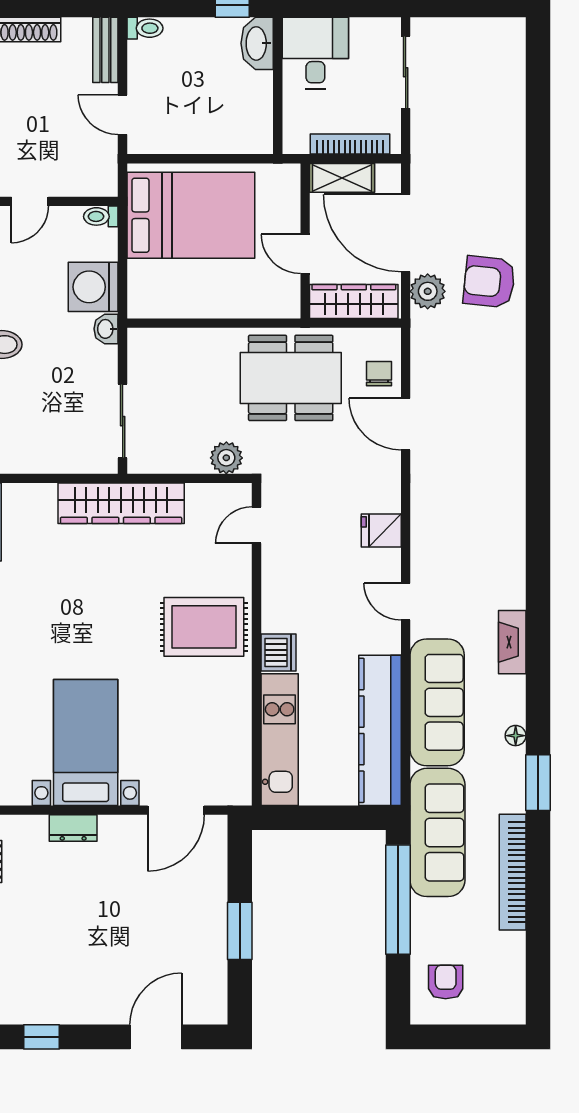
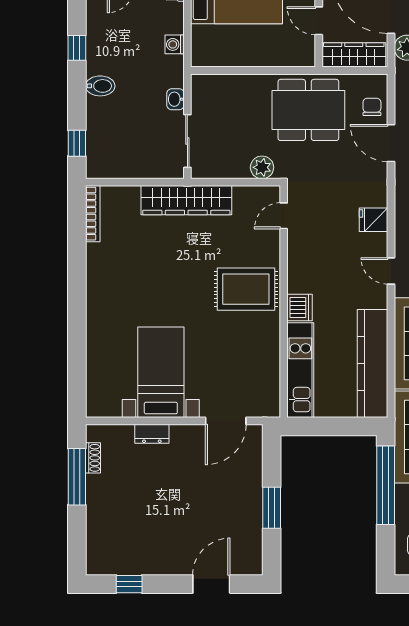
washing machine: (93, 287) -> (175, 44), width x0.53, depth x0.53
washbasin: (106, 329) -> (175, 99), moved

